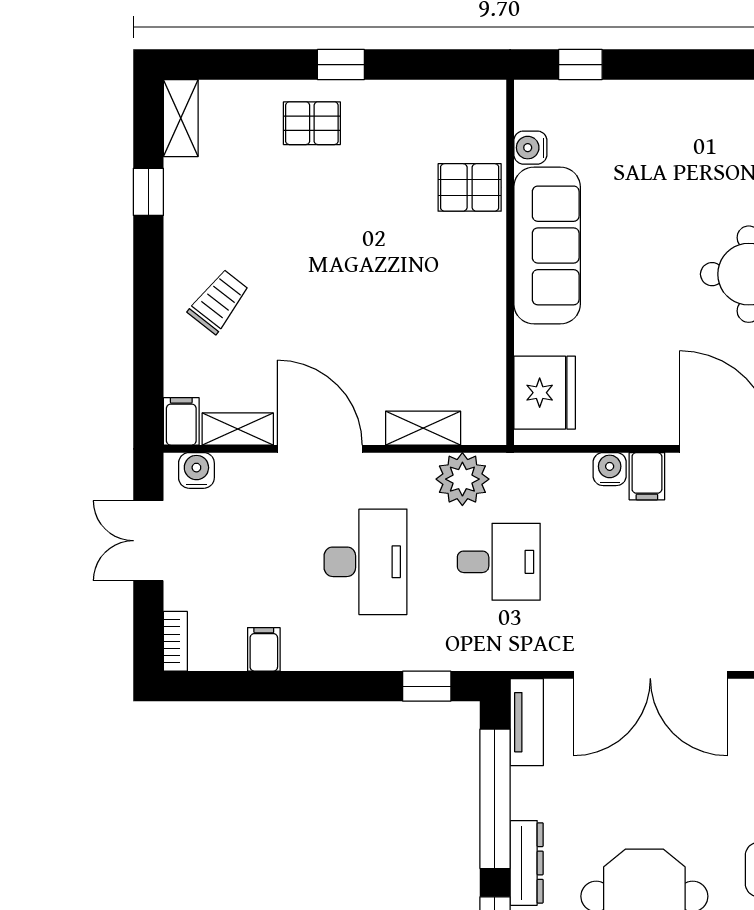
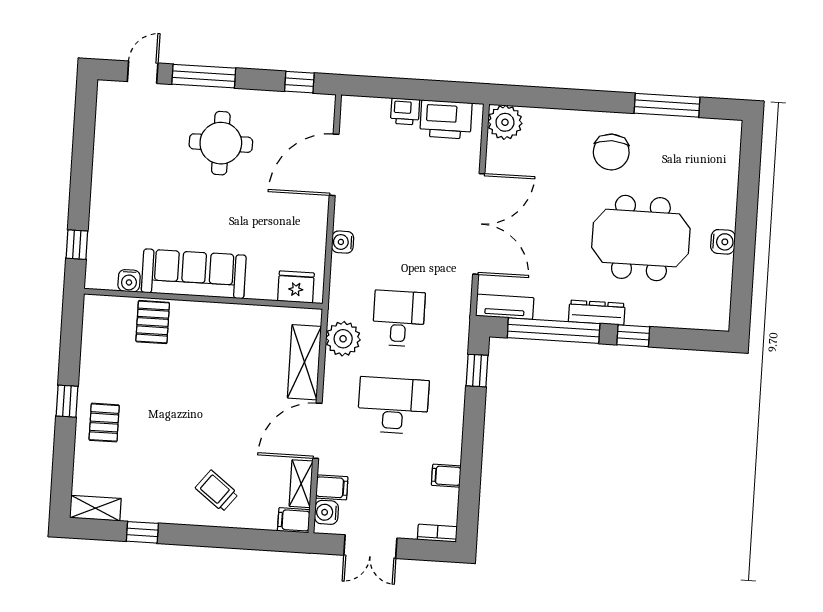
fridge: (545, 393) -> (296, 287), width x0.73, depth x0.75
shelving: (423, 428) -> (304, 362), width x1.50, depth x1.33
filing cabinet: (647, 476) -> (332, 487), moved

